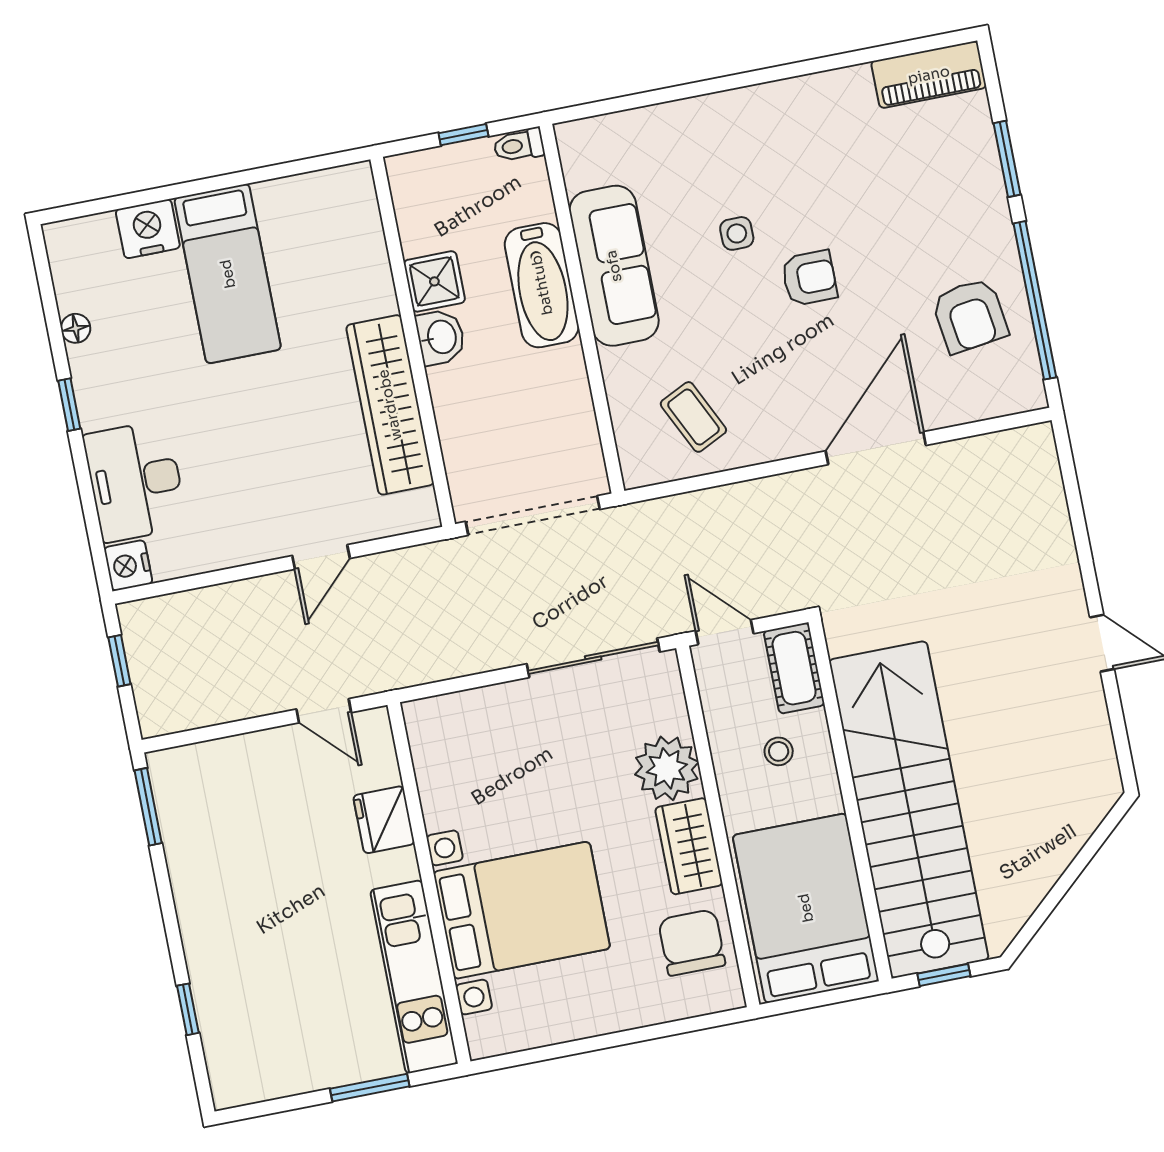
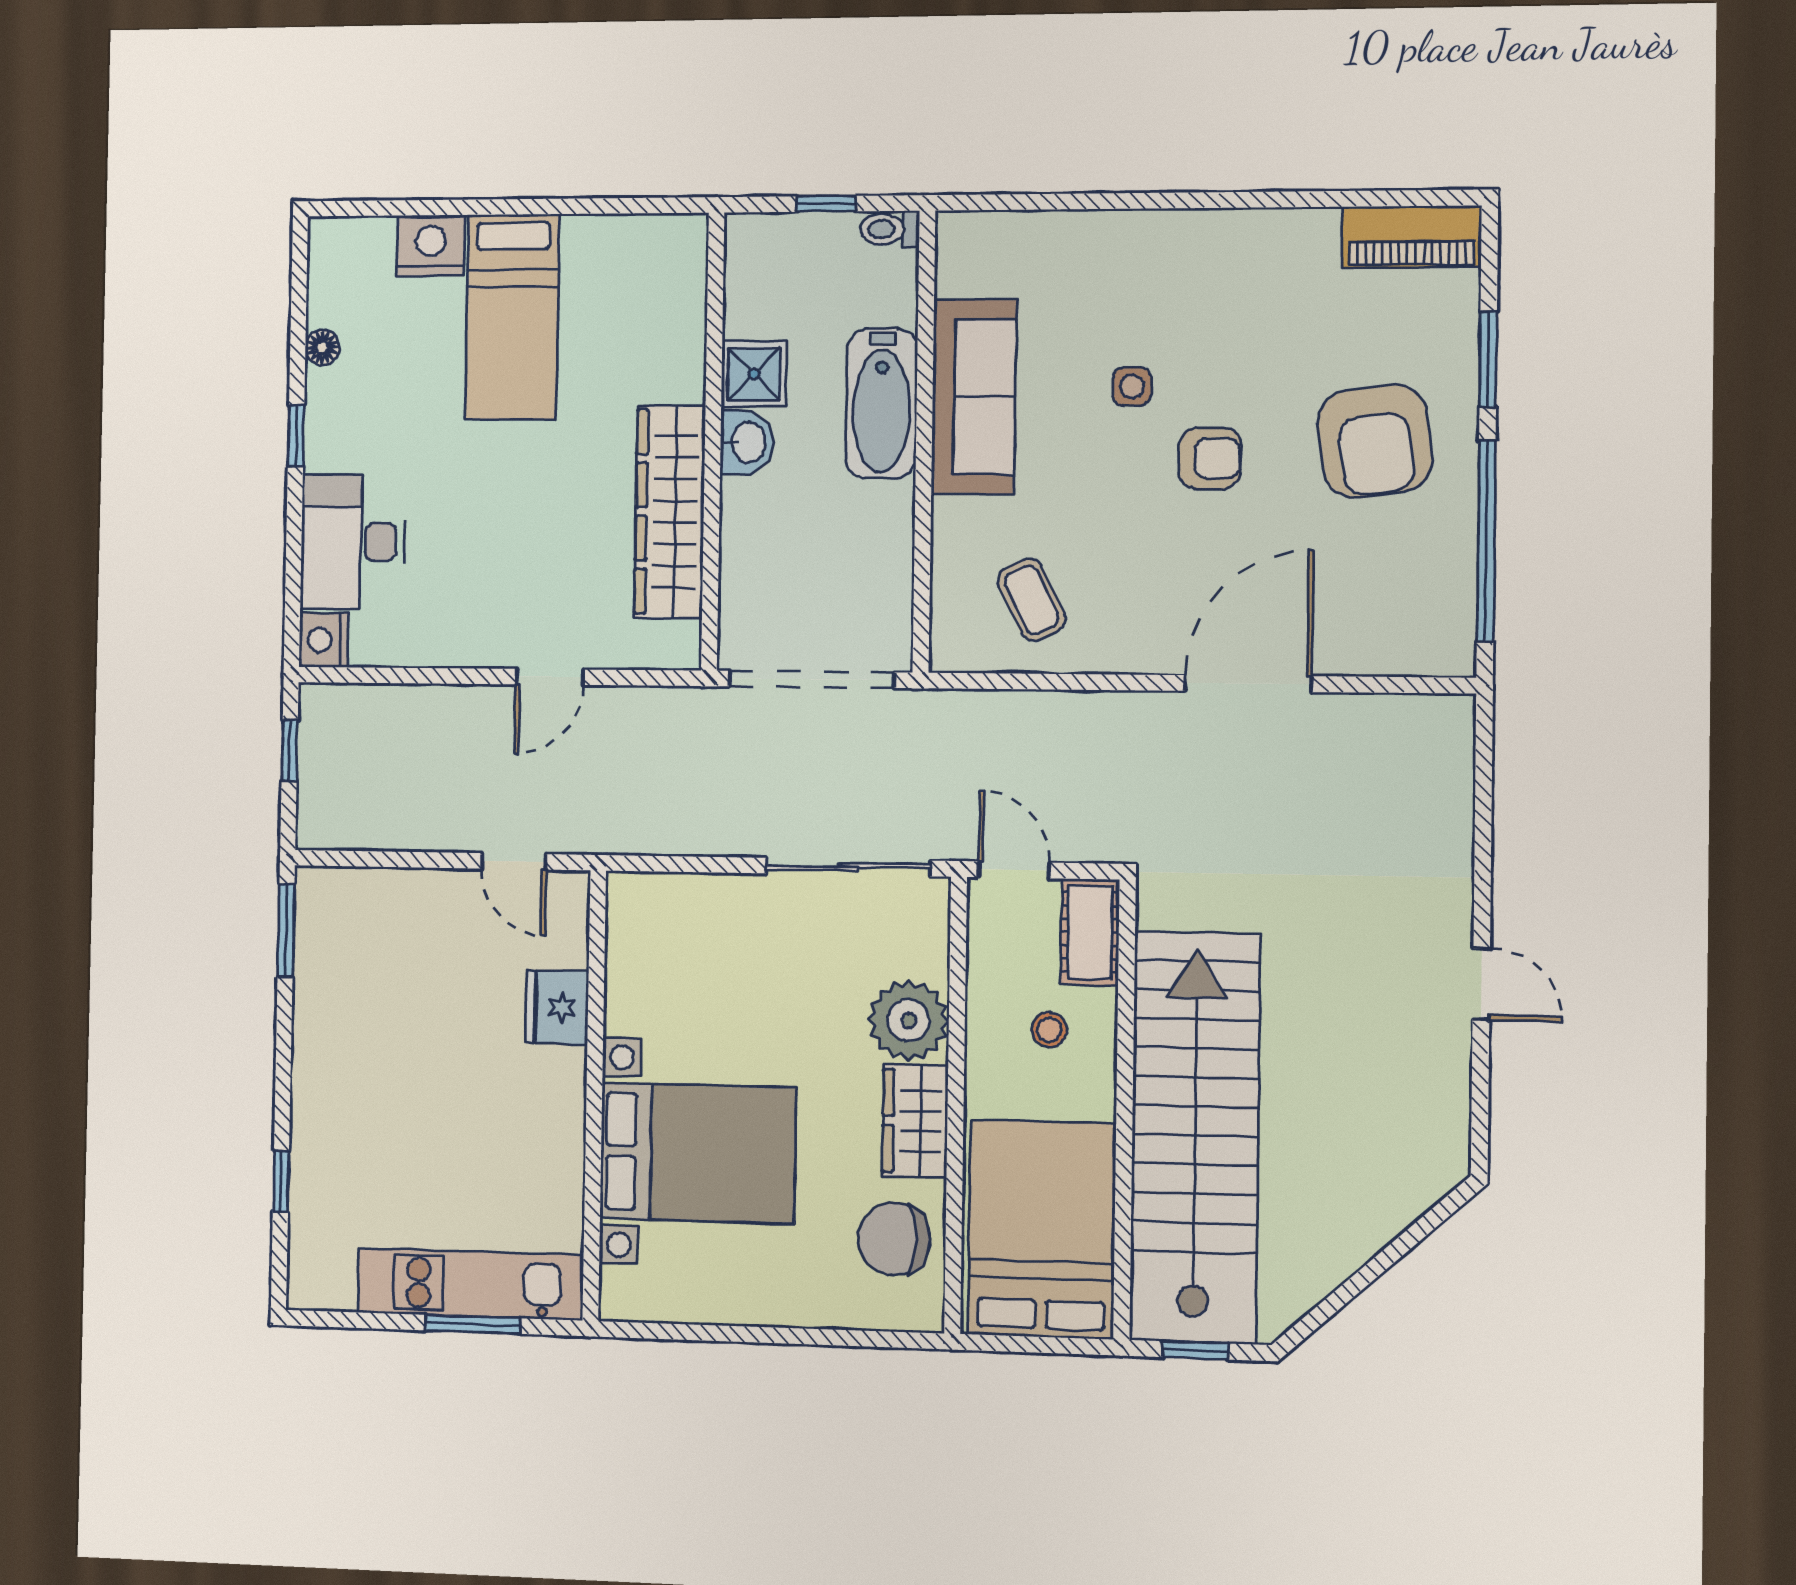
armchair: (970, 316) -> (1375, 441), moved, width x1.36, depth x1.36
chair: (692, 942) -> (894, 1239), turned -90
kitchen unit: (414, 977) -> (470, 1284), moved, turned 90

